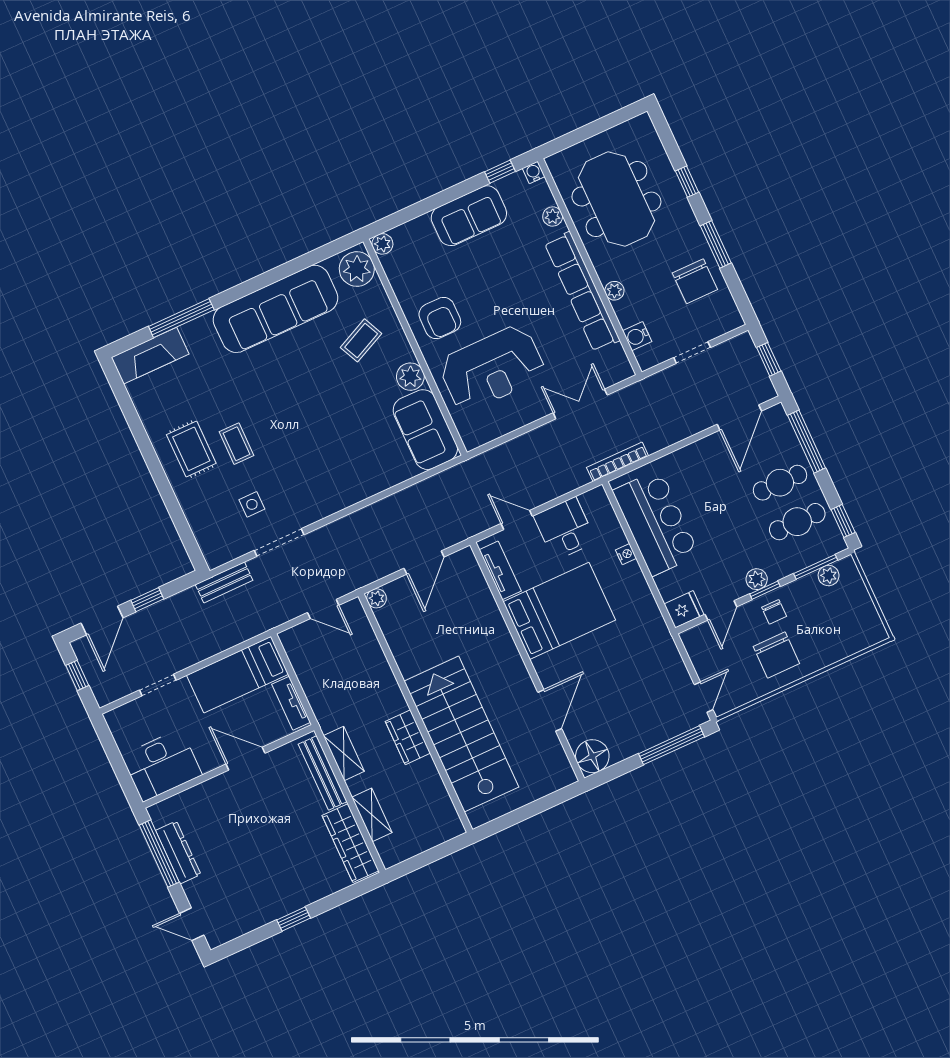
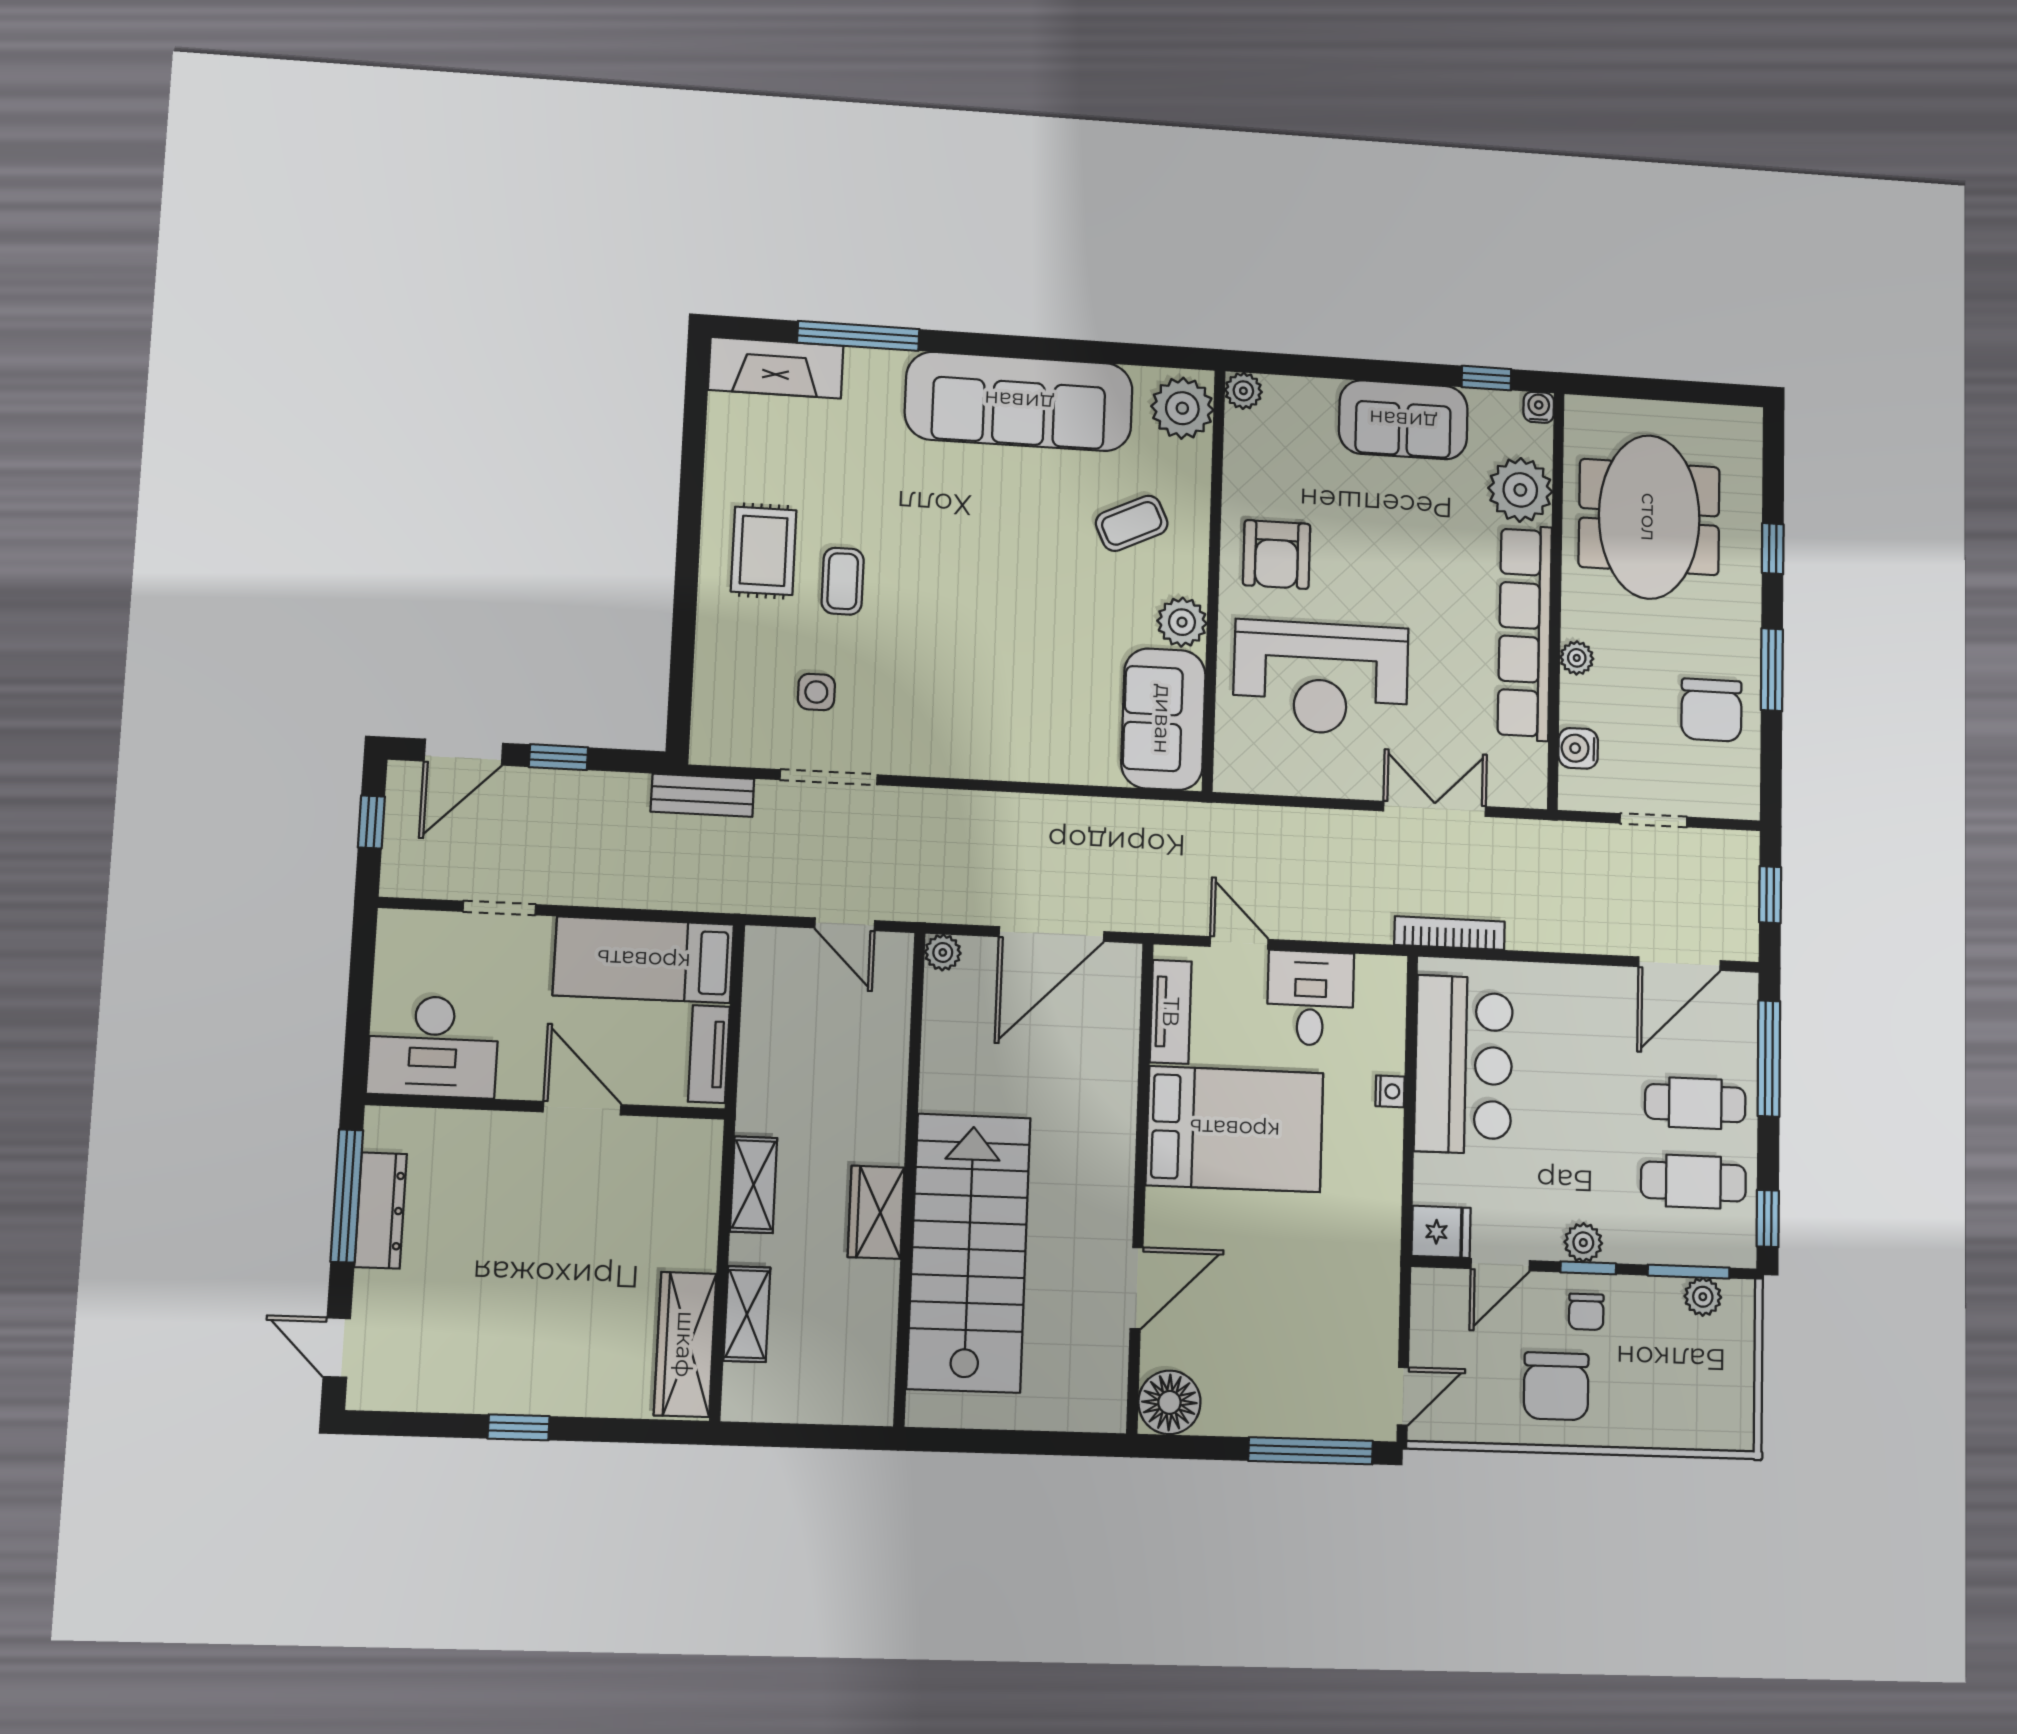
plant: (553, 216) -> (1520, 490), width x1.88, depth x1.88
door: (424, 563) -> (1052, 934), width x1.36
bench: (323, 773) -> (701, 1200), removed

